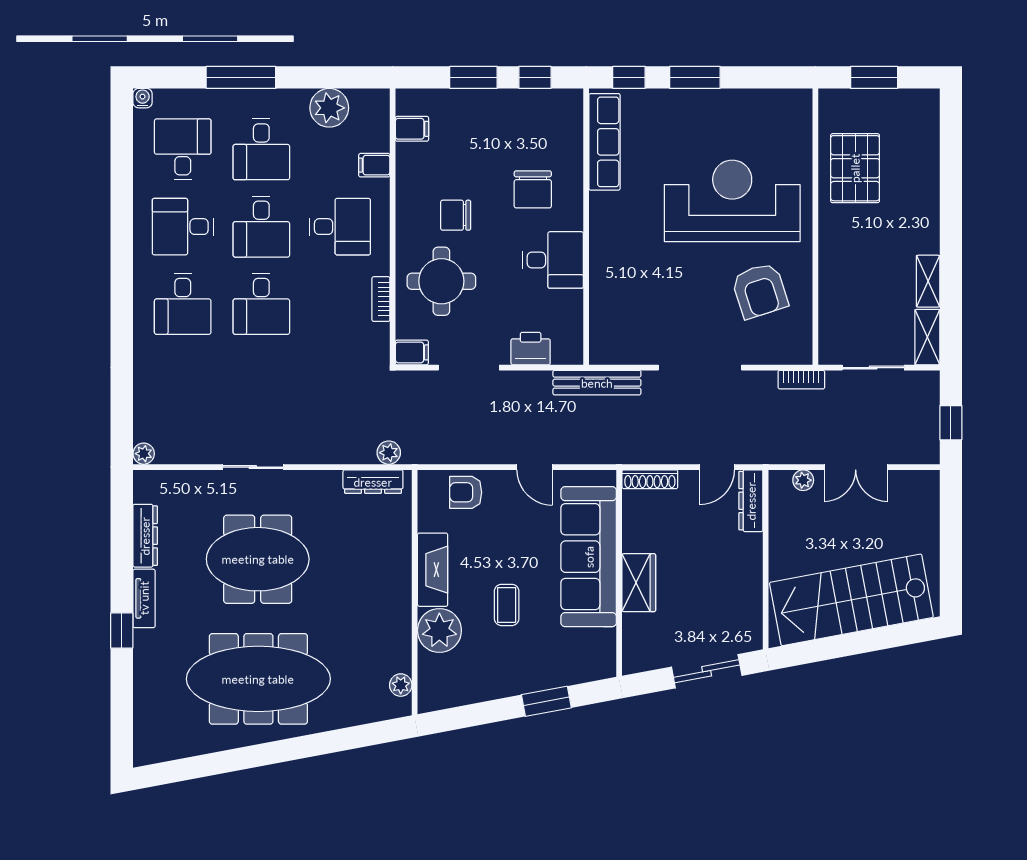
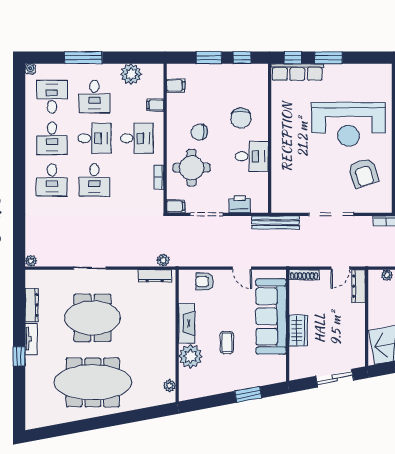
row of seats: (604, 142) -> (297, 72), moved, turned 90
reception desk: (732, 201) -> (349, 124), turned 180
desk: (183, 227) -> (52, 138), turned -90
desk: (261, 227) -> (94, 138), turned -90

